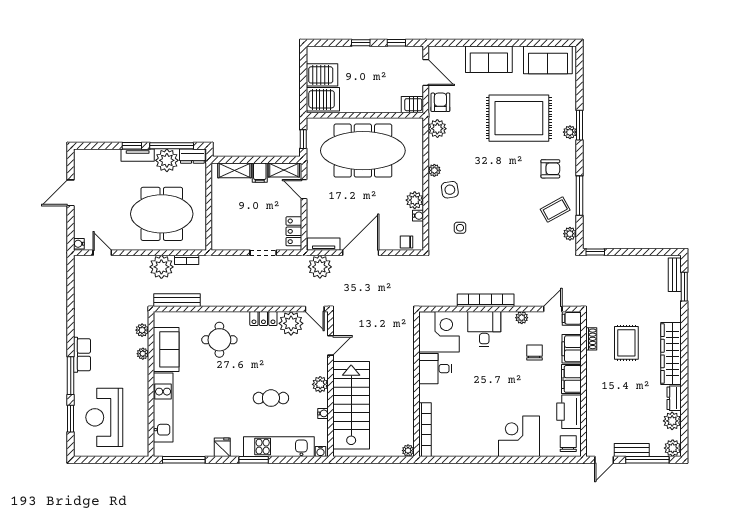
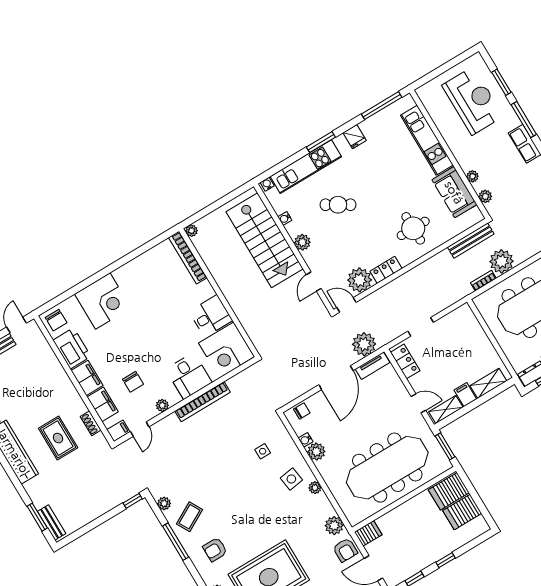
window: (303, 139) -> (445, 446), width x1.50
cafe table: (271, 398) -> (338, 205), turned 31

